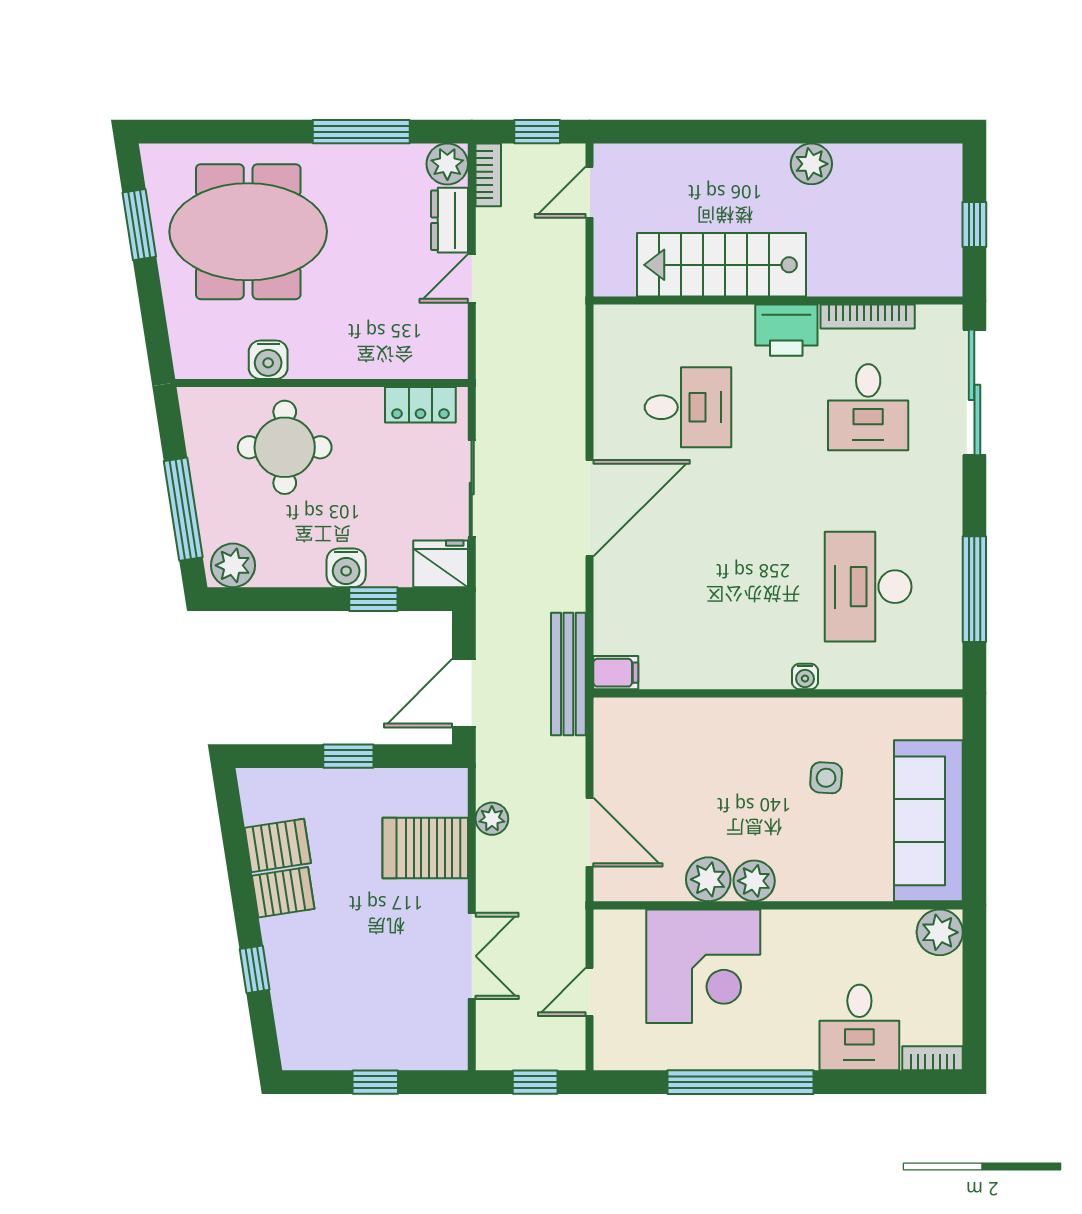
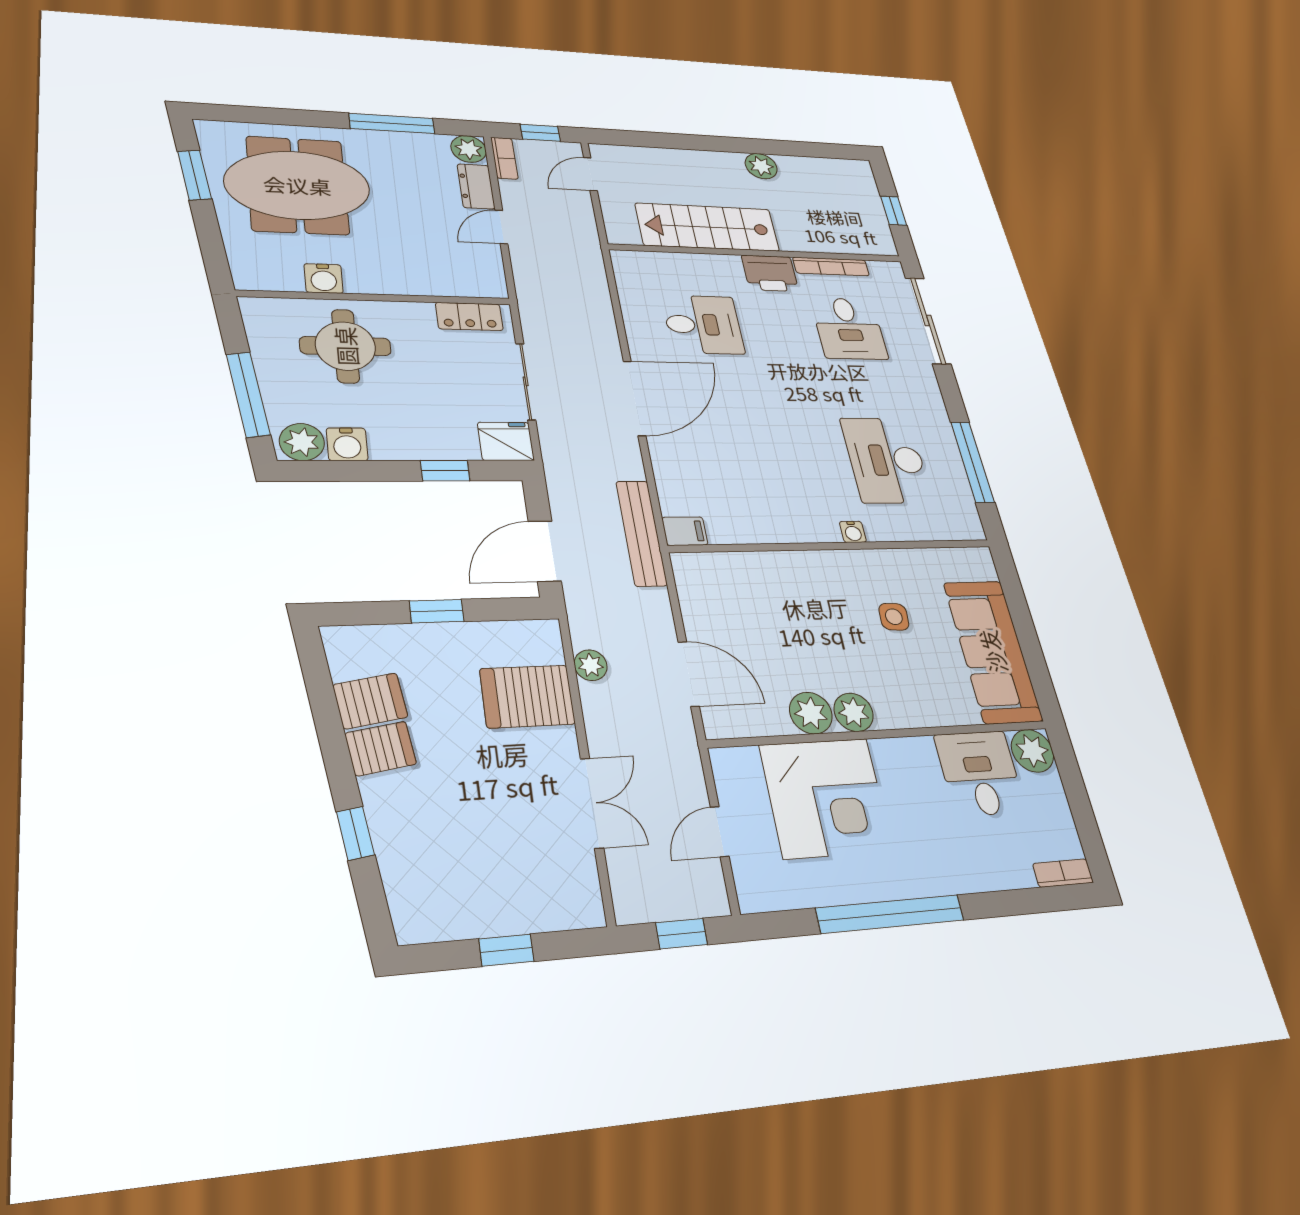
water cooler: (346, 568) -> (347, 444), moved
desk: (859, 1027) -> (980, 773), moved, turned 180

